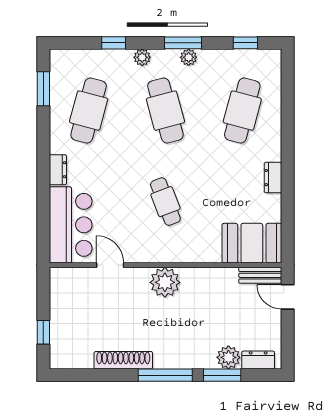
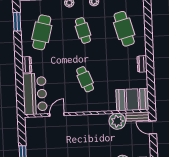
cafe table: (165, 111) -> (83, 31), width x0.73, depth x0.74
cafe table: (242, 111) -> (124, 29), turned -30
door: (110, 265) -> (57, 115), hinge flipped
plant: (165, 282) -> (117, 121), moved

